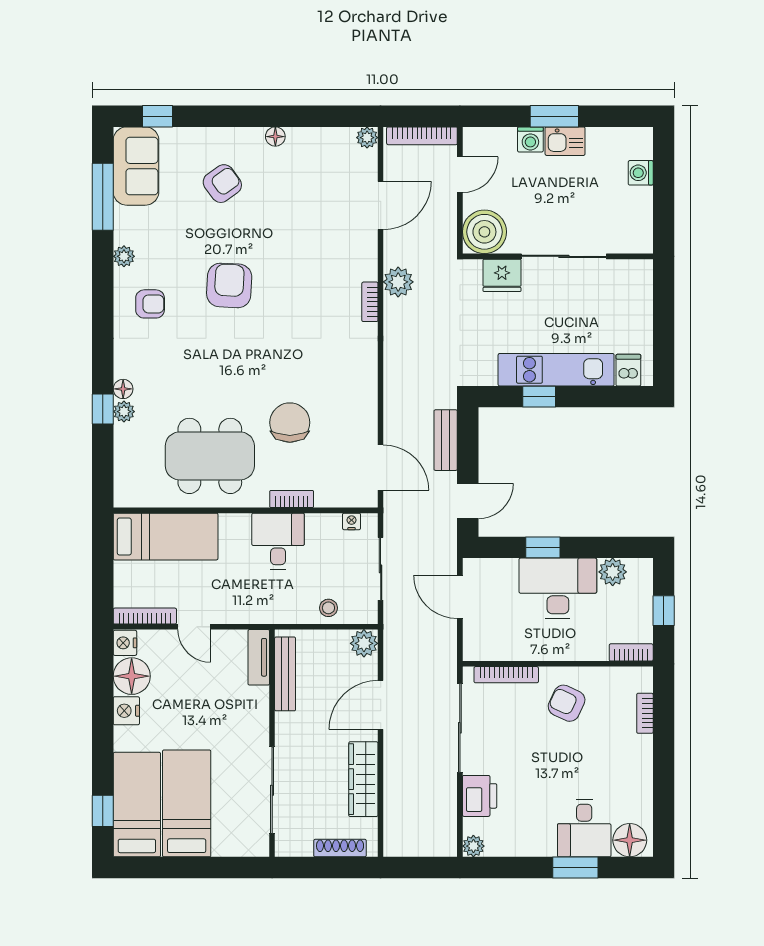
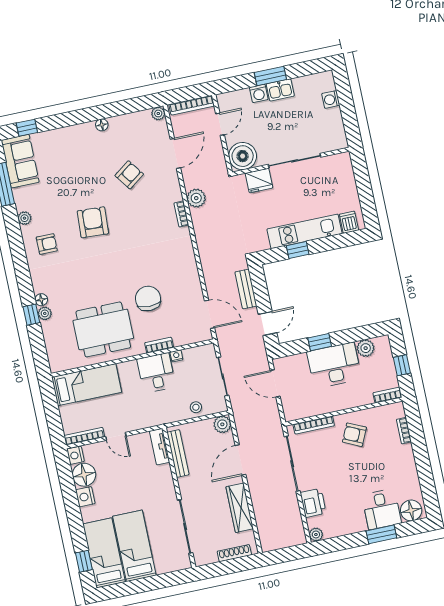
armchair: (222, 184) -> (129, 175), moved
nightstand: (352, 521) -> (176, 356), moved

